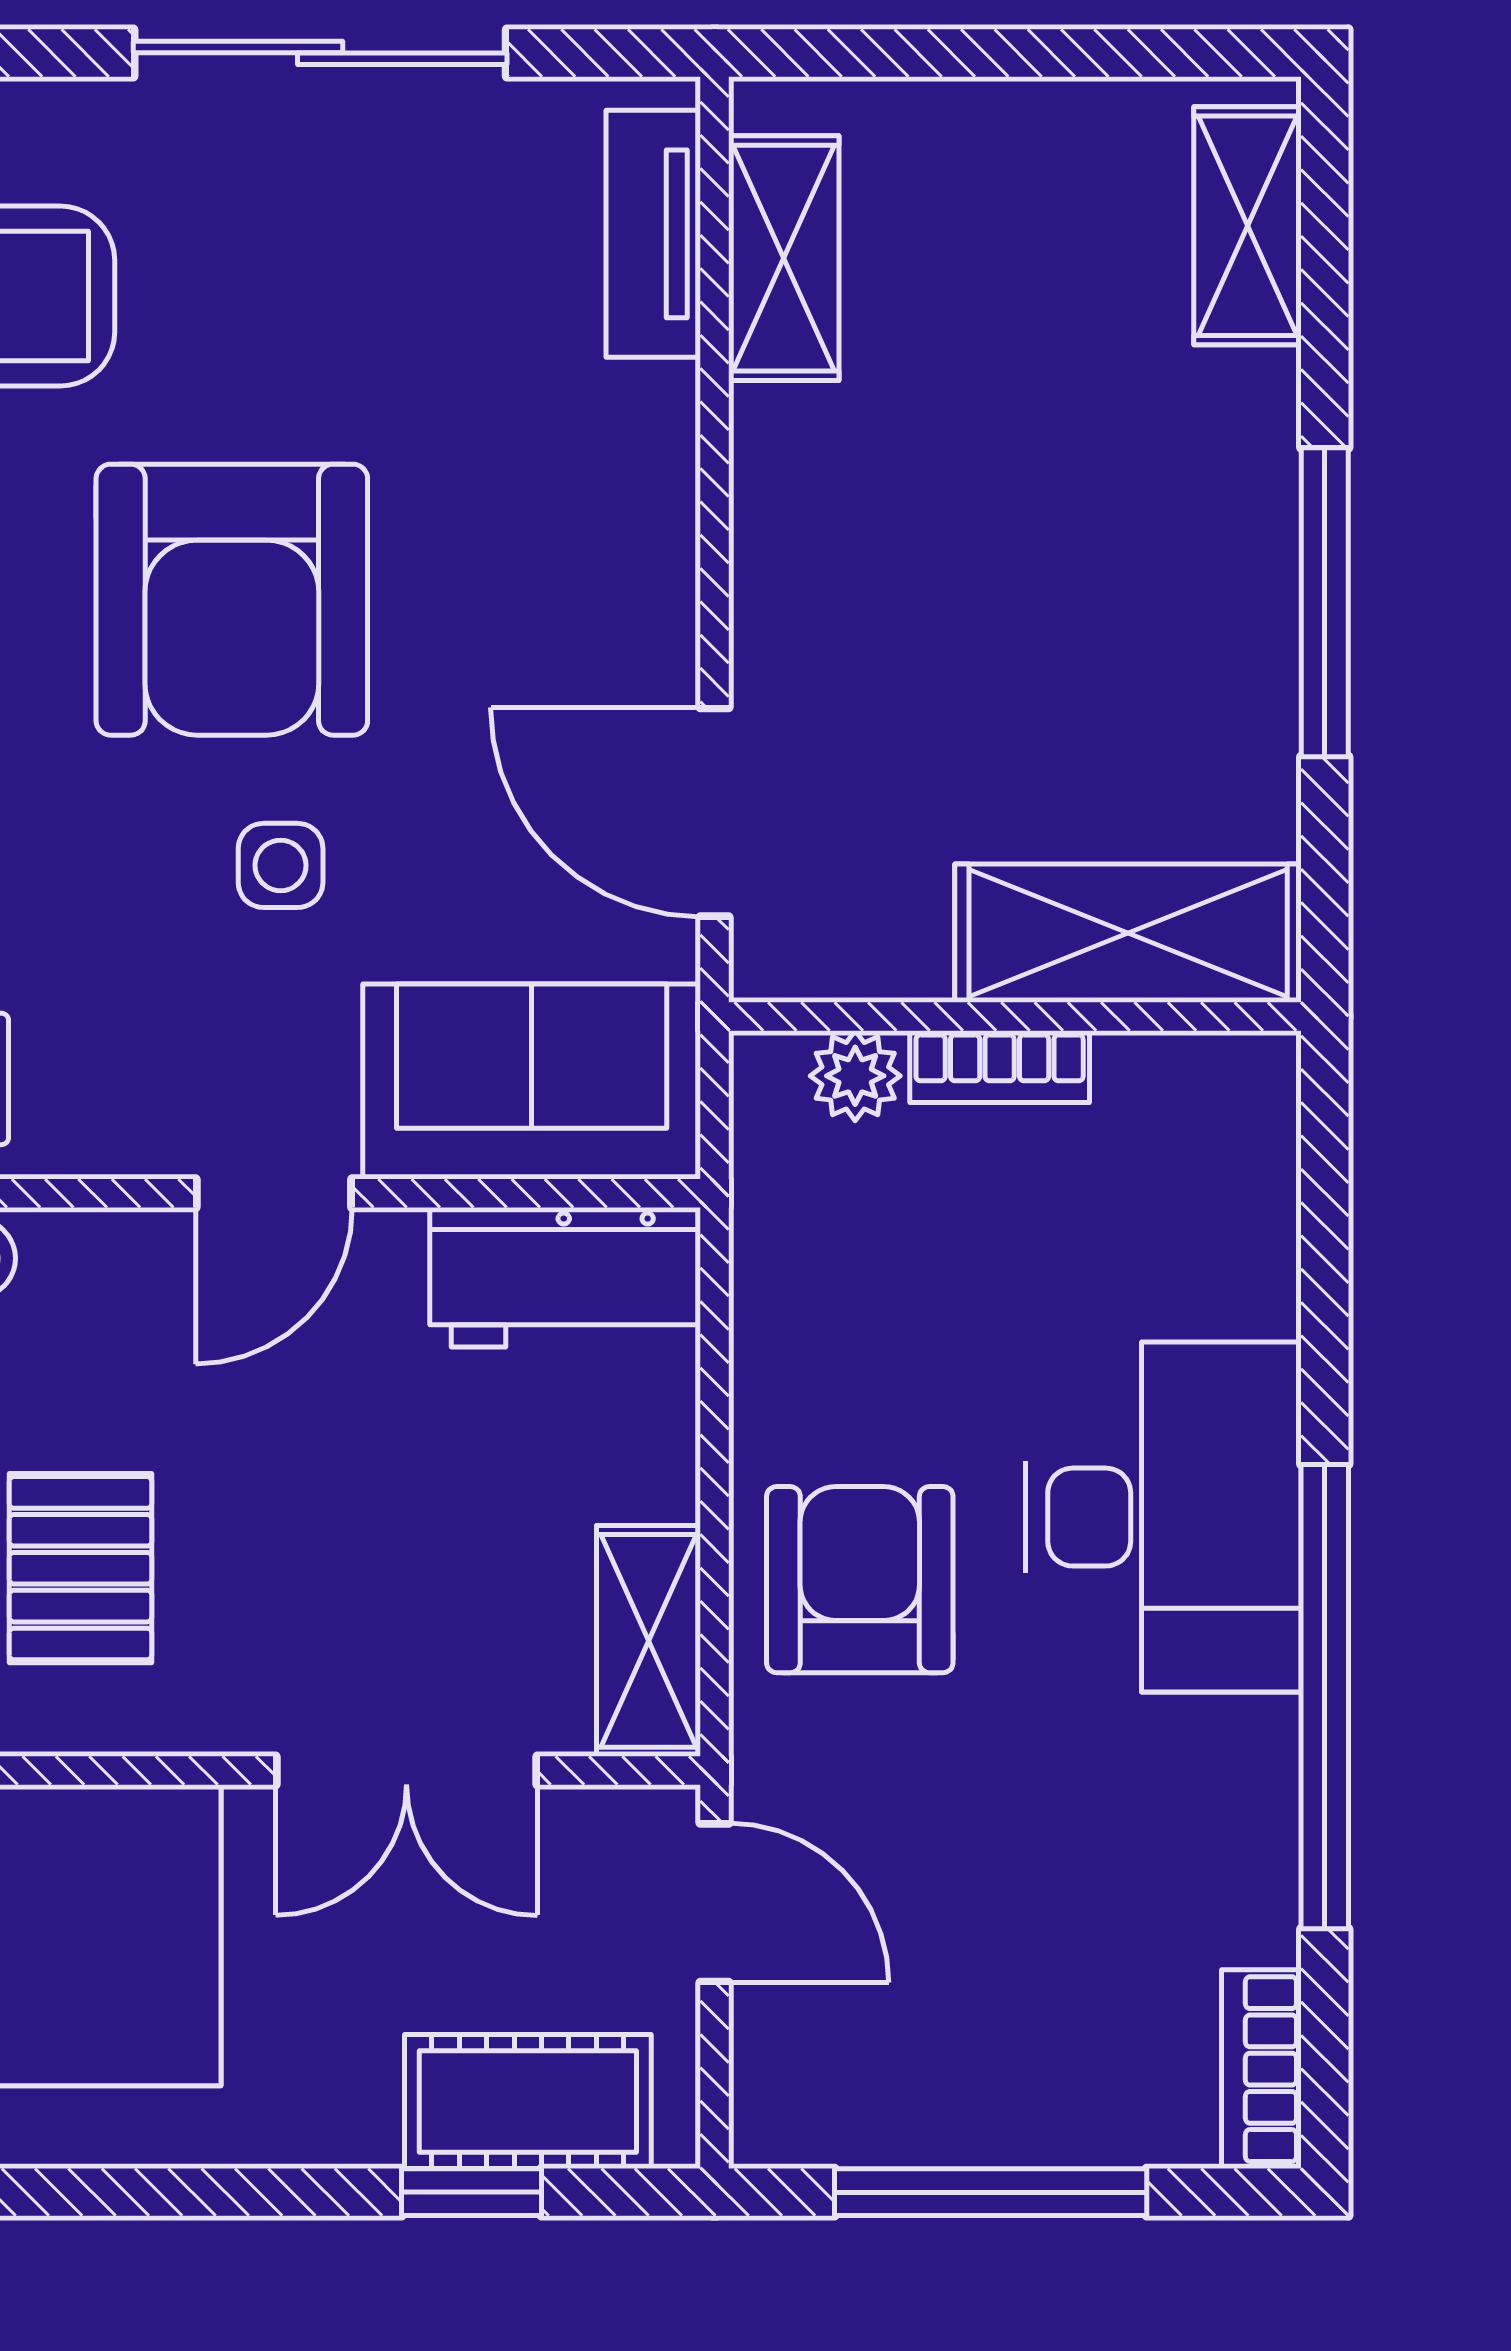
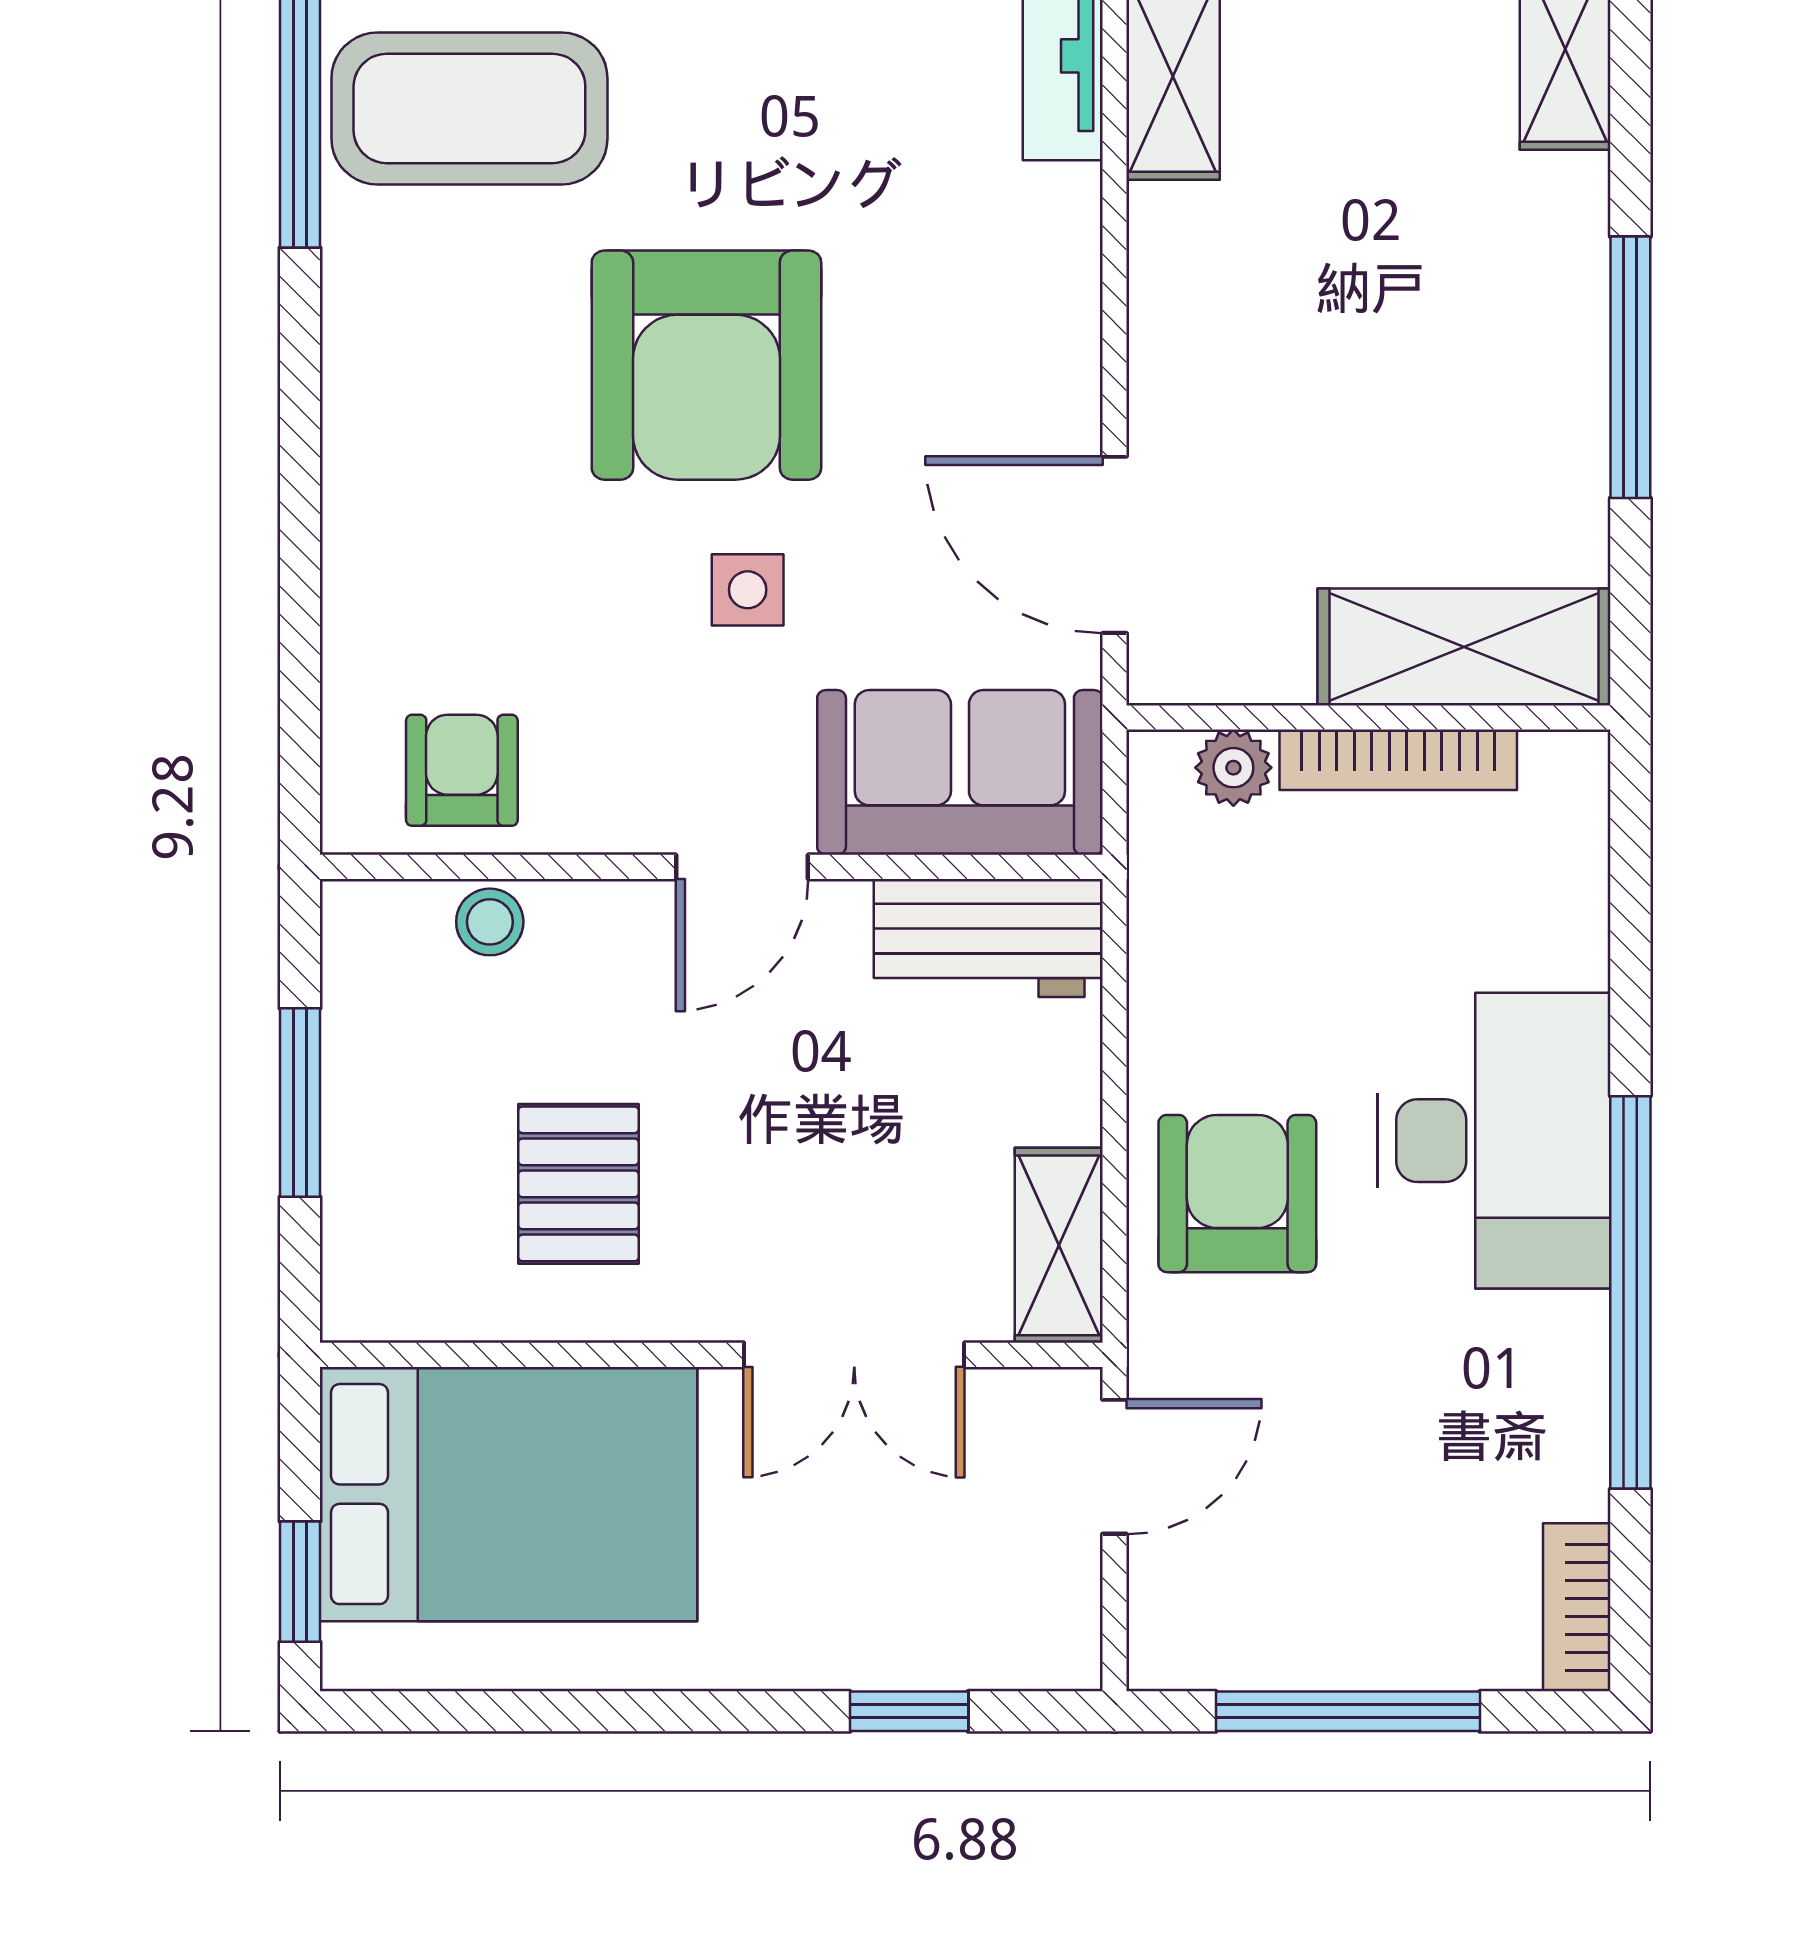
bookcase: (1000, 1067) -> (1398, 760), width x1.56
door: (715, 1903) -> (1115, 1467), hinge flipped
cot: (528, 2102) -> (957, 1635), removed

